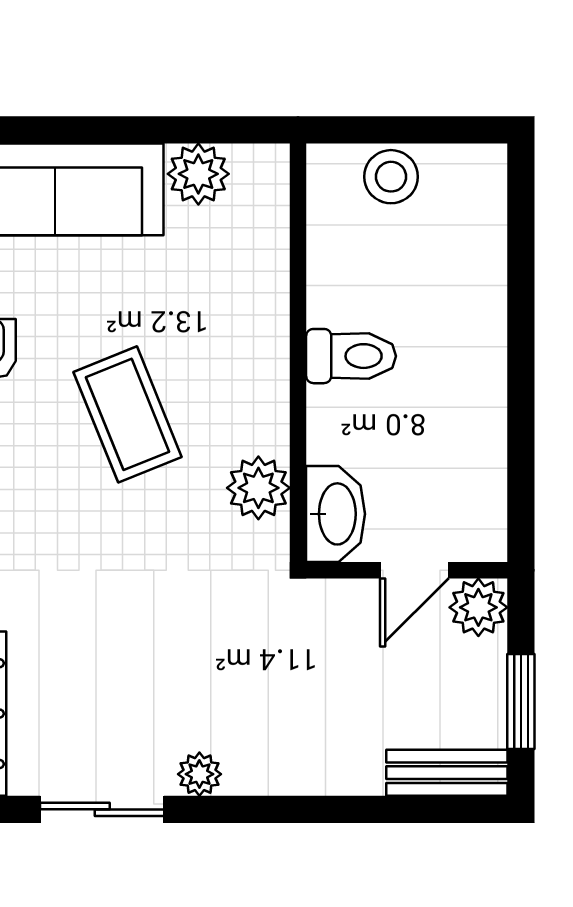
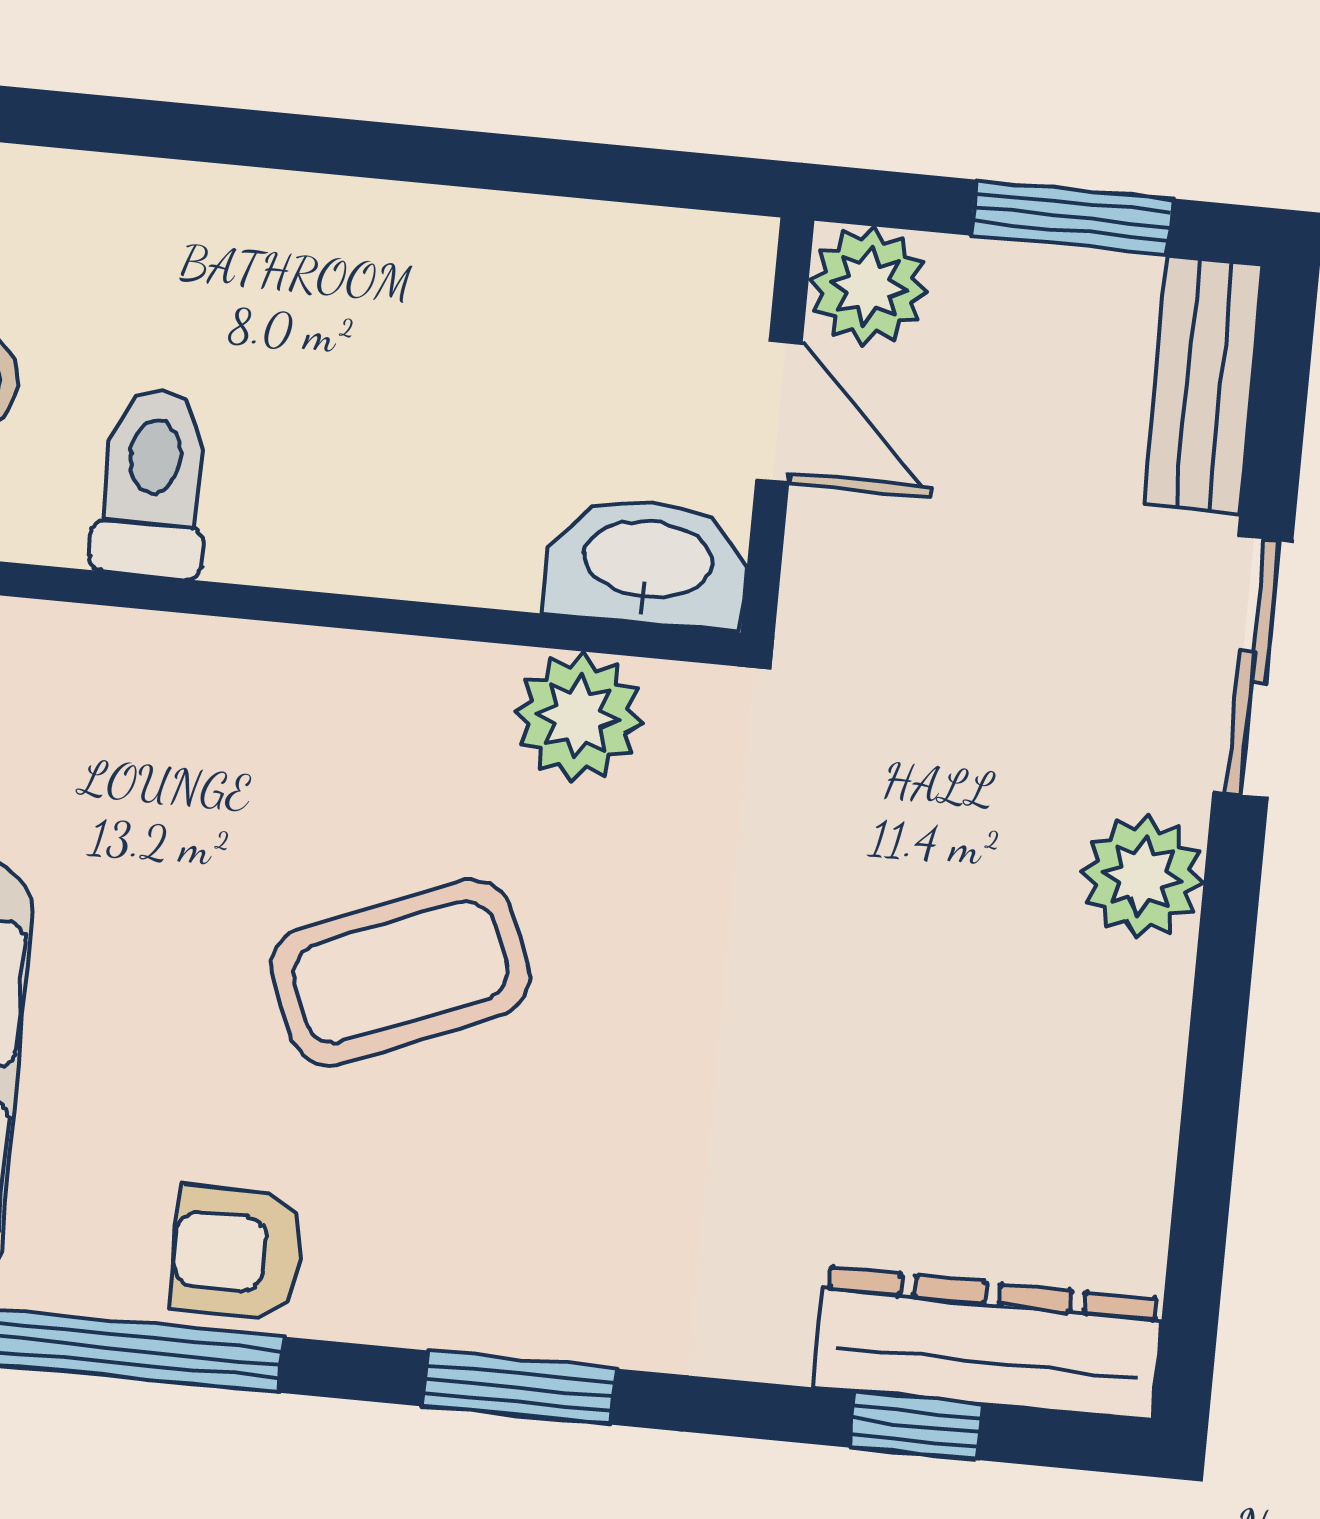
toilet: (351, 356) -> (153, 483), moved
plant: (199, 774) -> (1142, 877), width x1.38, depth x1.38
sliding door: (102, 809) -> (1253, 667), moved

